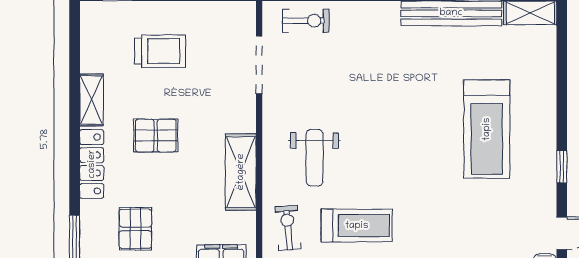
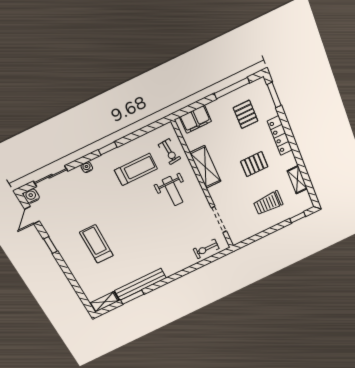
shelving: (92, 100) -> (297, 180), moved
treadmill: (487, 129) -> (96, 244), width x0.73, depth x0.73
weight bench: (315, 158) -> (173, 191), turned 180
treadmill: (357, 226) -> (136, 169), turned 180

